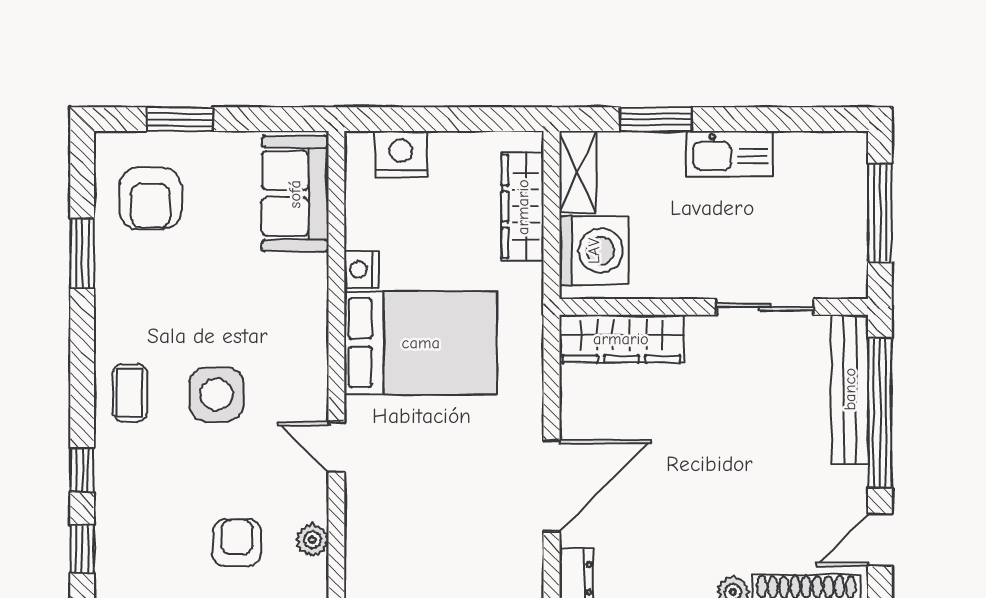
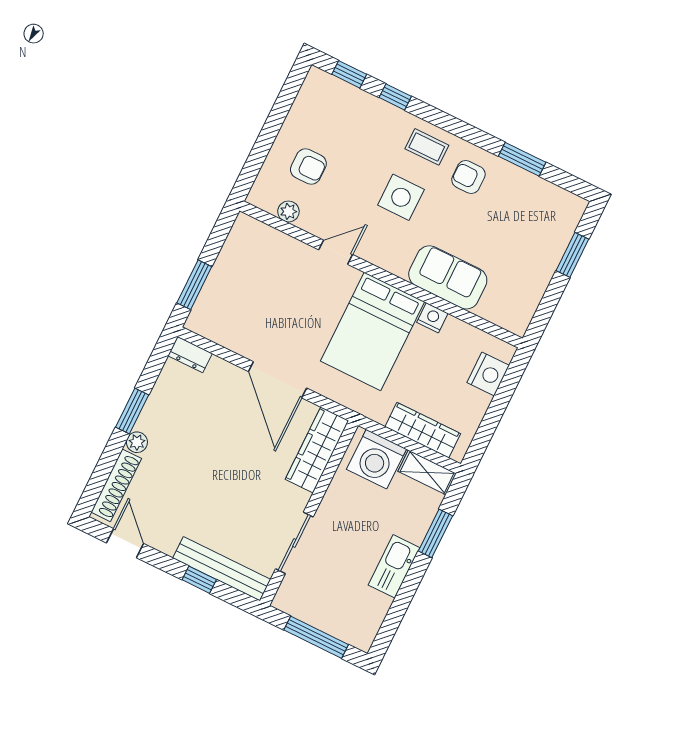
sofa: (295, 194) -> (448, 277), moved
armchair: (150, 198) -> (468, 177), moved, width x0.72, depth x0.72
window: (880, 413) -> (199, 580), width x0.32
door: (551, 486) -> (278, 380), moved

